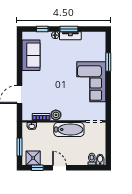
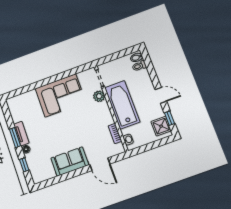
sofa: (31, 55) -> (70, 162), moved
window: (108, 62) -> (35, 86), removed
plant: (56, 115) -> (99, 96), moved
bathtub: (69, 129) -> (122, 105), width x1.36, depth x1.36
window: (20, 147) -> (155, 145), removed
door: (59, 168) -> (161, 95), swing flipped

